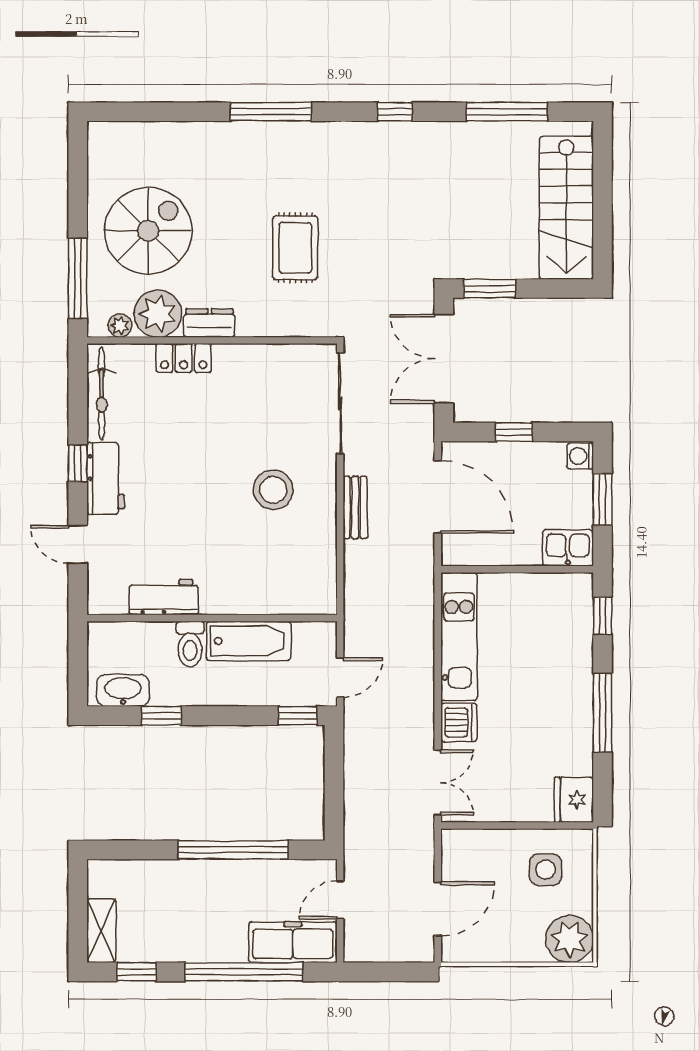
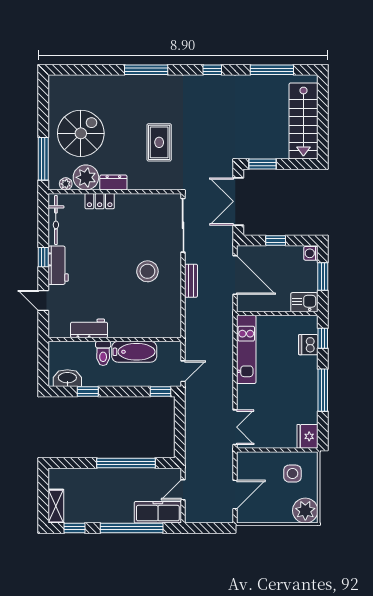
dishwasher: (459, 722) -> (308, 345), moved, turned 180

